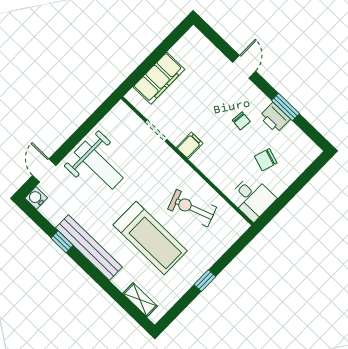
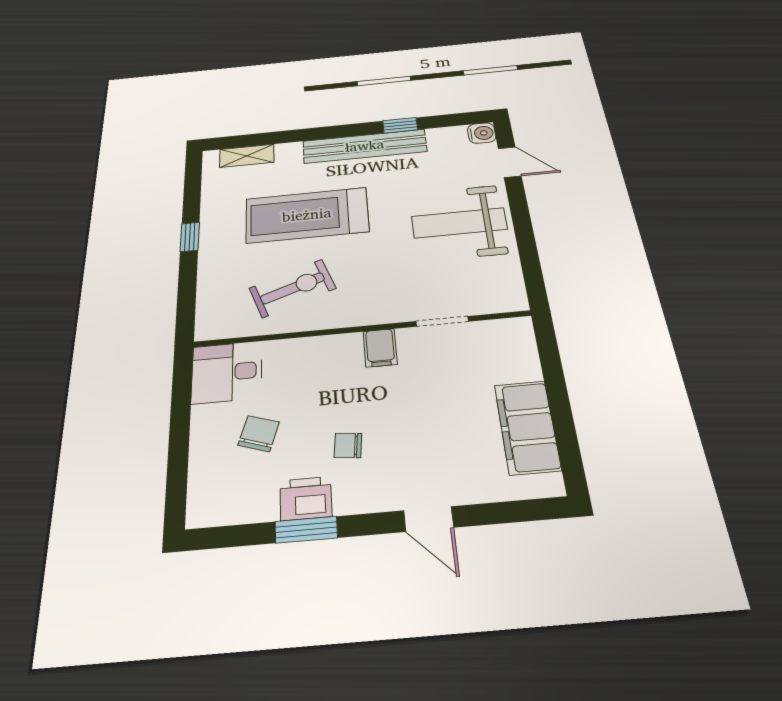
filing cabinet: (159, 78) -> (527, 427), moved

